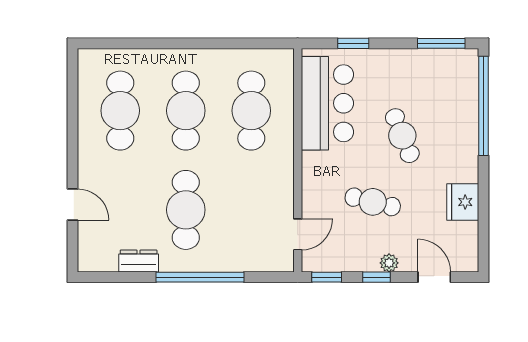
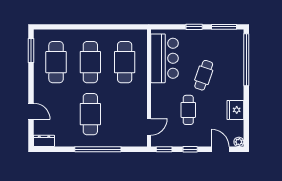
window: (353, 43) -> (194, 27), moved
window: (73, 88) -> (31, 50), added
cafe table: (402, 136) -> (204, 75), turned 41
cafe table: (373, 202) -> (188, 110), turned 76
dresser: (139, 261) -> (44, 141), moved
plant: (389, 263) -> (239, 142), moved

